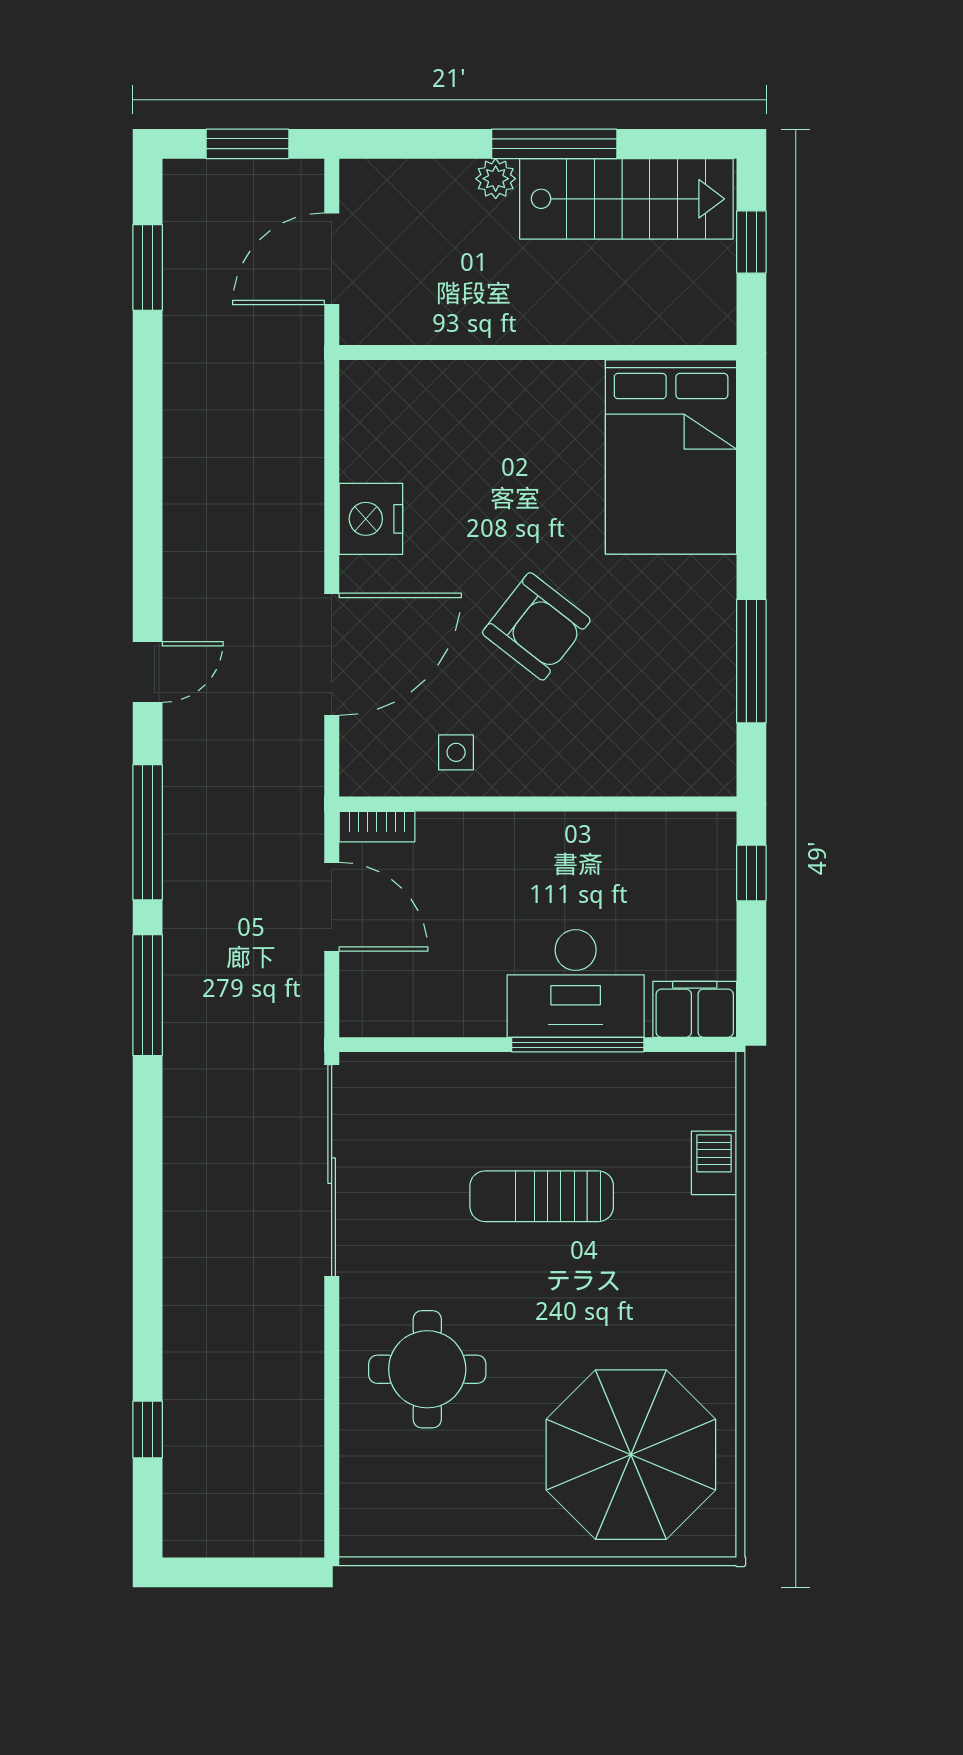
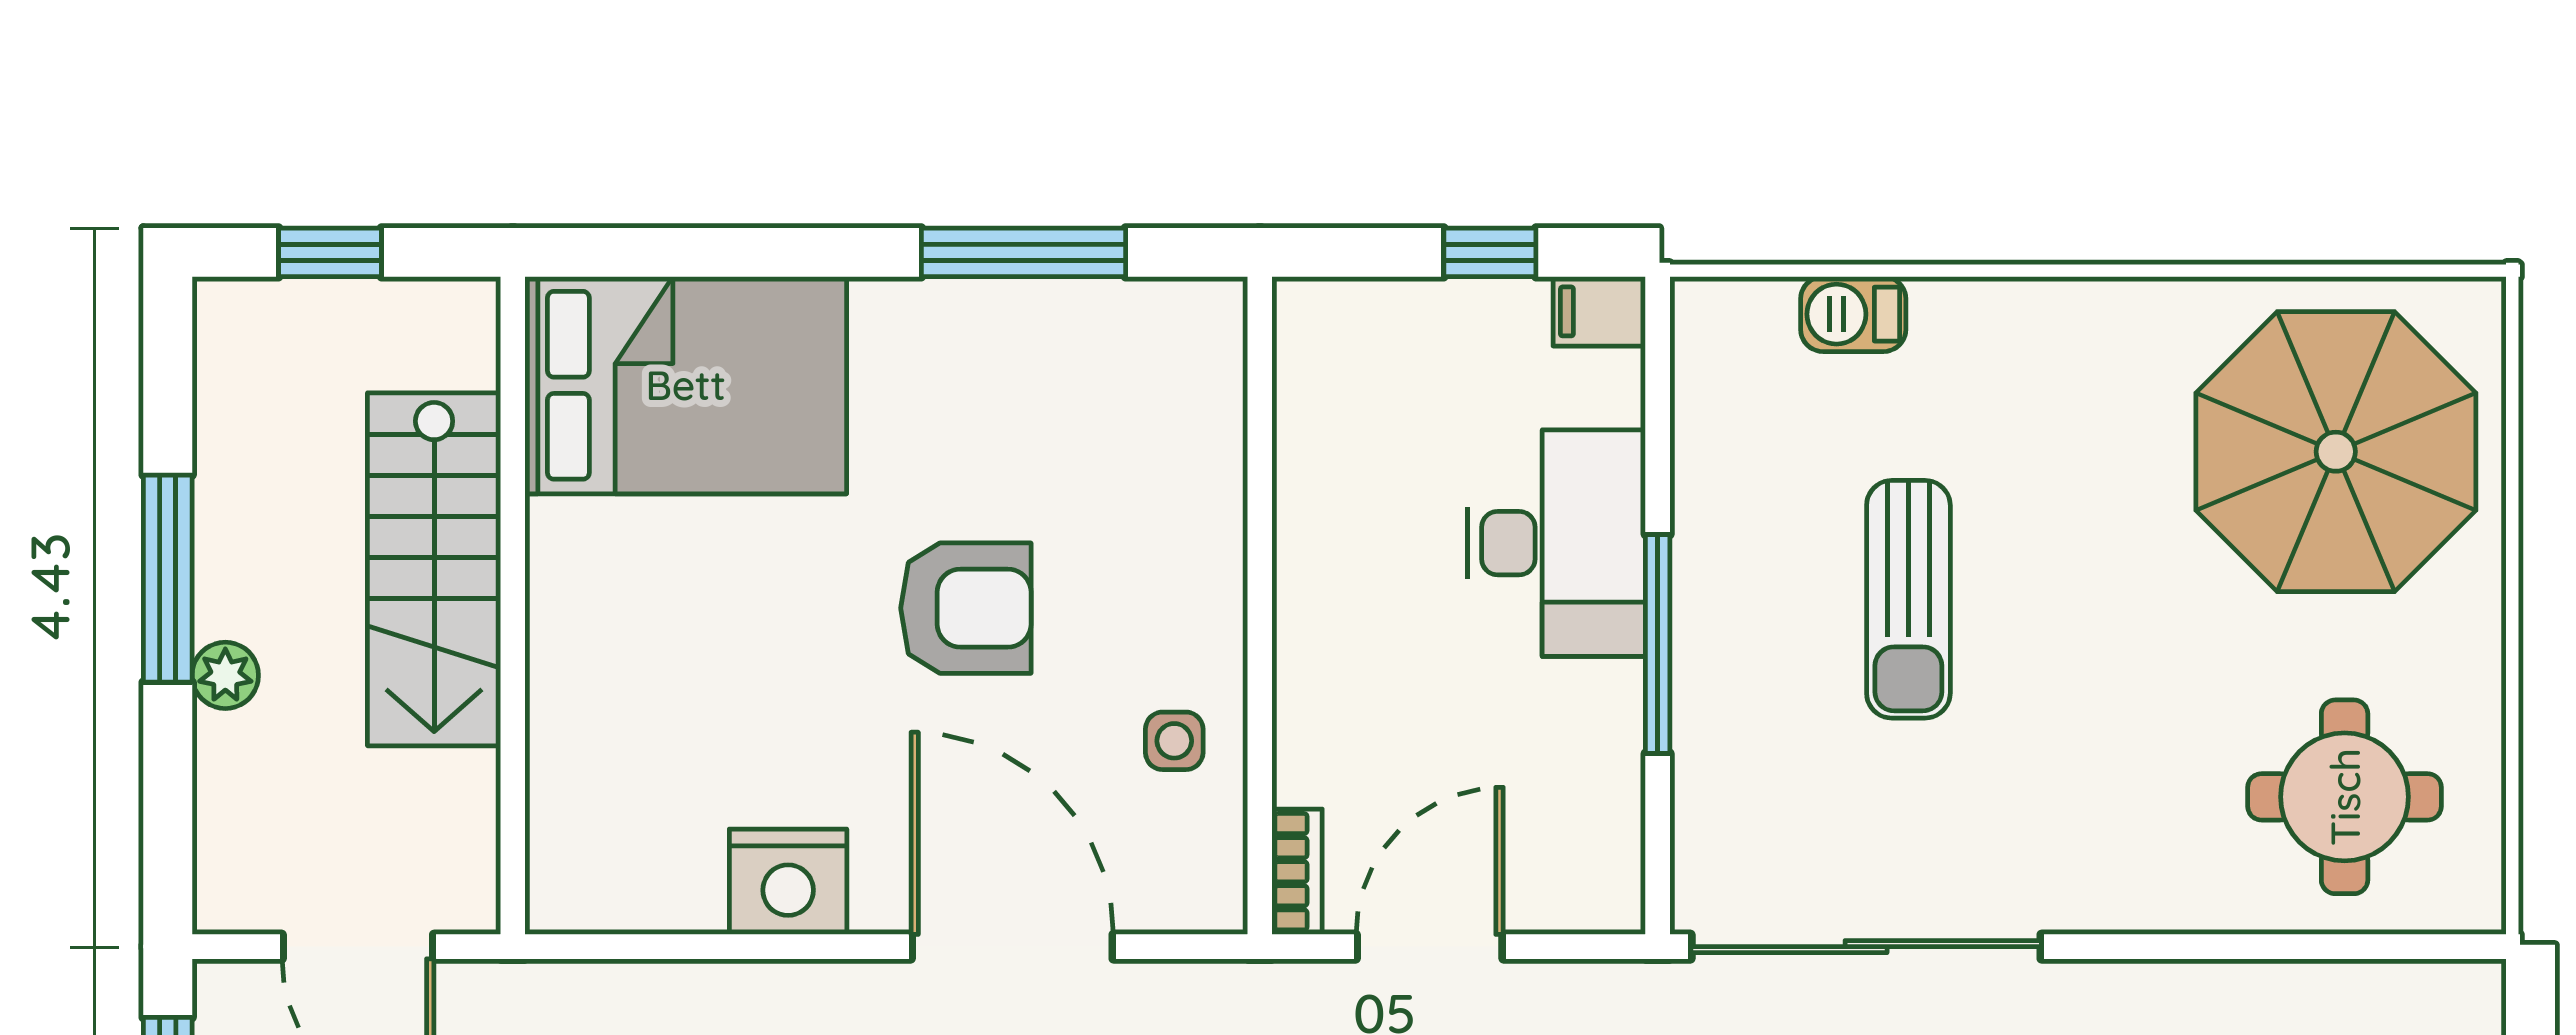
stairs: (626, 199) -> (434, 569), moved, turned 180
armchair: (536, 626) -> (966, 608), turned 52
window: (751, 873) -> (1490, 252), moved
filing cabinet: (695, 1009) -> (1599, 311), width x0.50
window: (578, 1045) -> (1658, 644), moved
round table: (427, 1369) -> (2345, 797), moved

